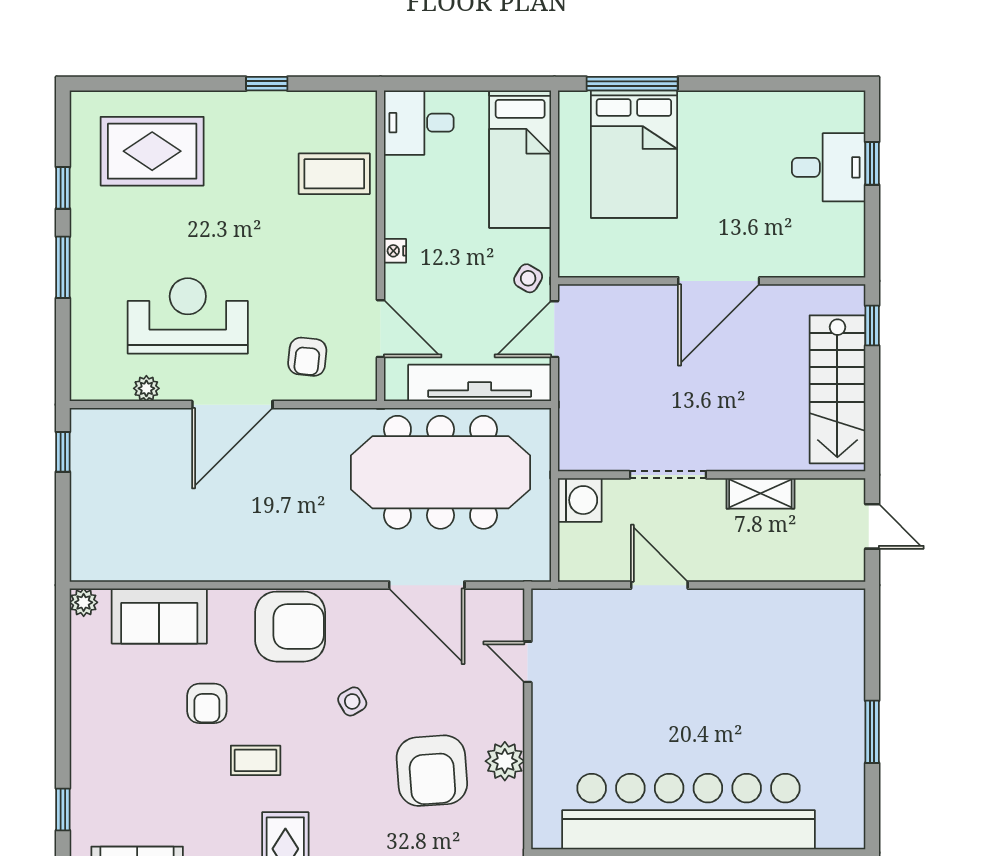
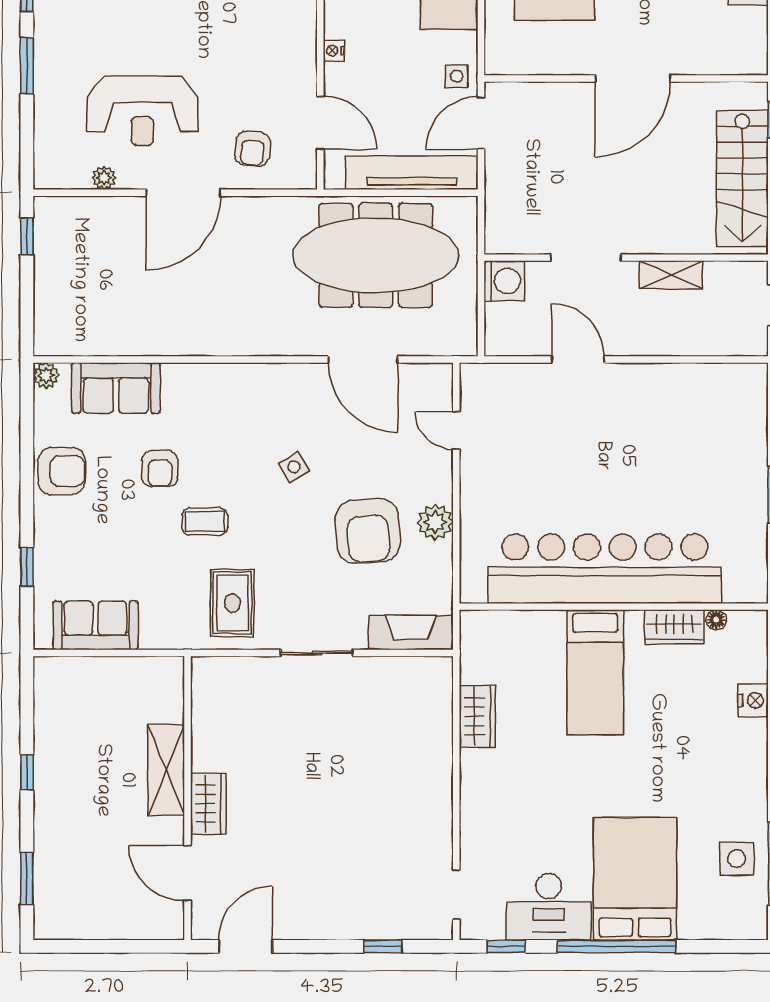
side table: (528, 278) -> (457, 76), turned -31
reception desk: (188, 316) -> (142, 111), turned 180
armchair: (290, 627) -> (62, 471), moved, width x0.73, depth x0.73

